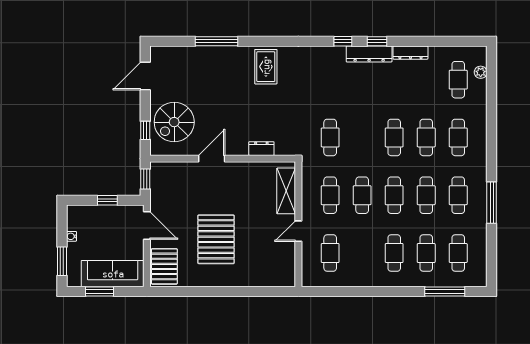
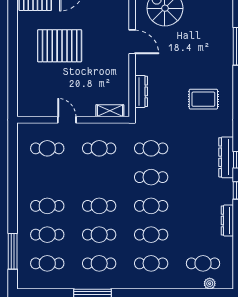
dresser: (369, 54) -> (226, 157), moved
rug: (266, 67) -> (203, 99), moved
dresser: (261, 149) -> (141, 91), width x1.44
shelving: (286, 191) -> (110, 111), width x0.67, depth x0.75
cafe table: (362, 195) -> (151, 177), moved

